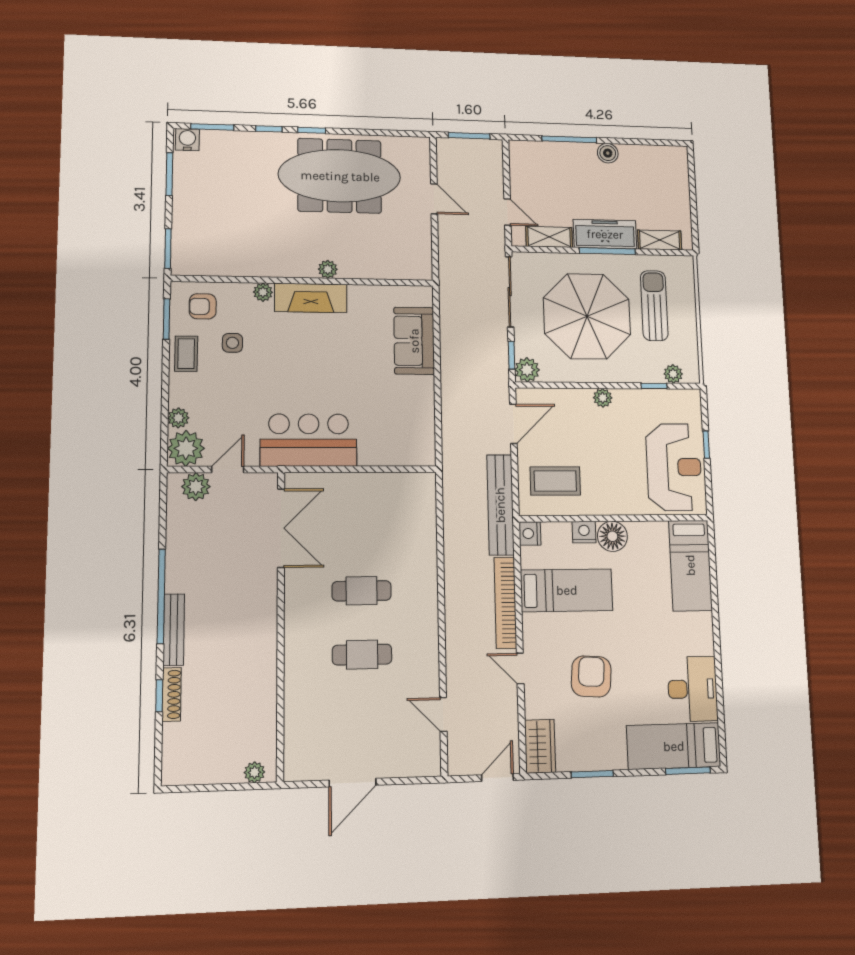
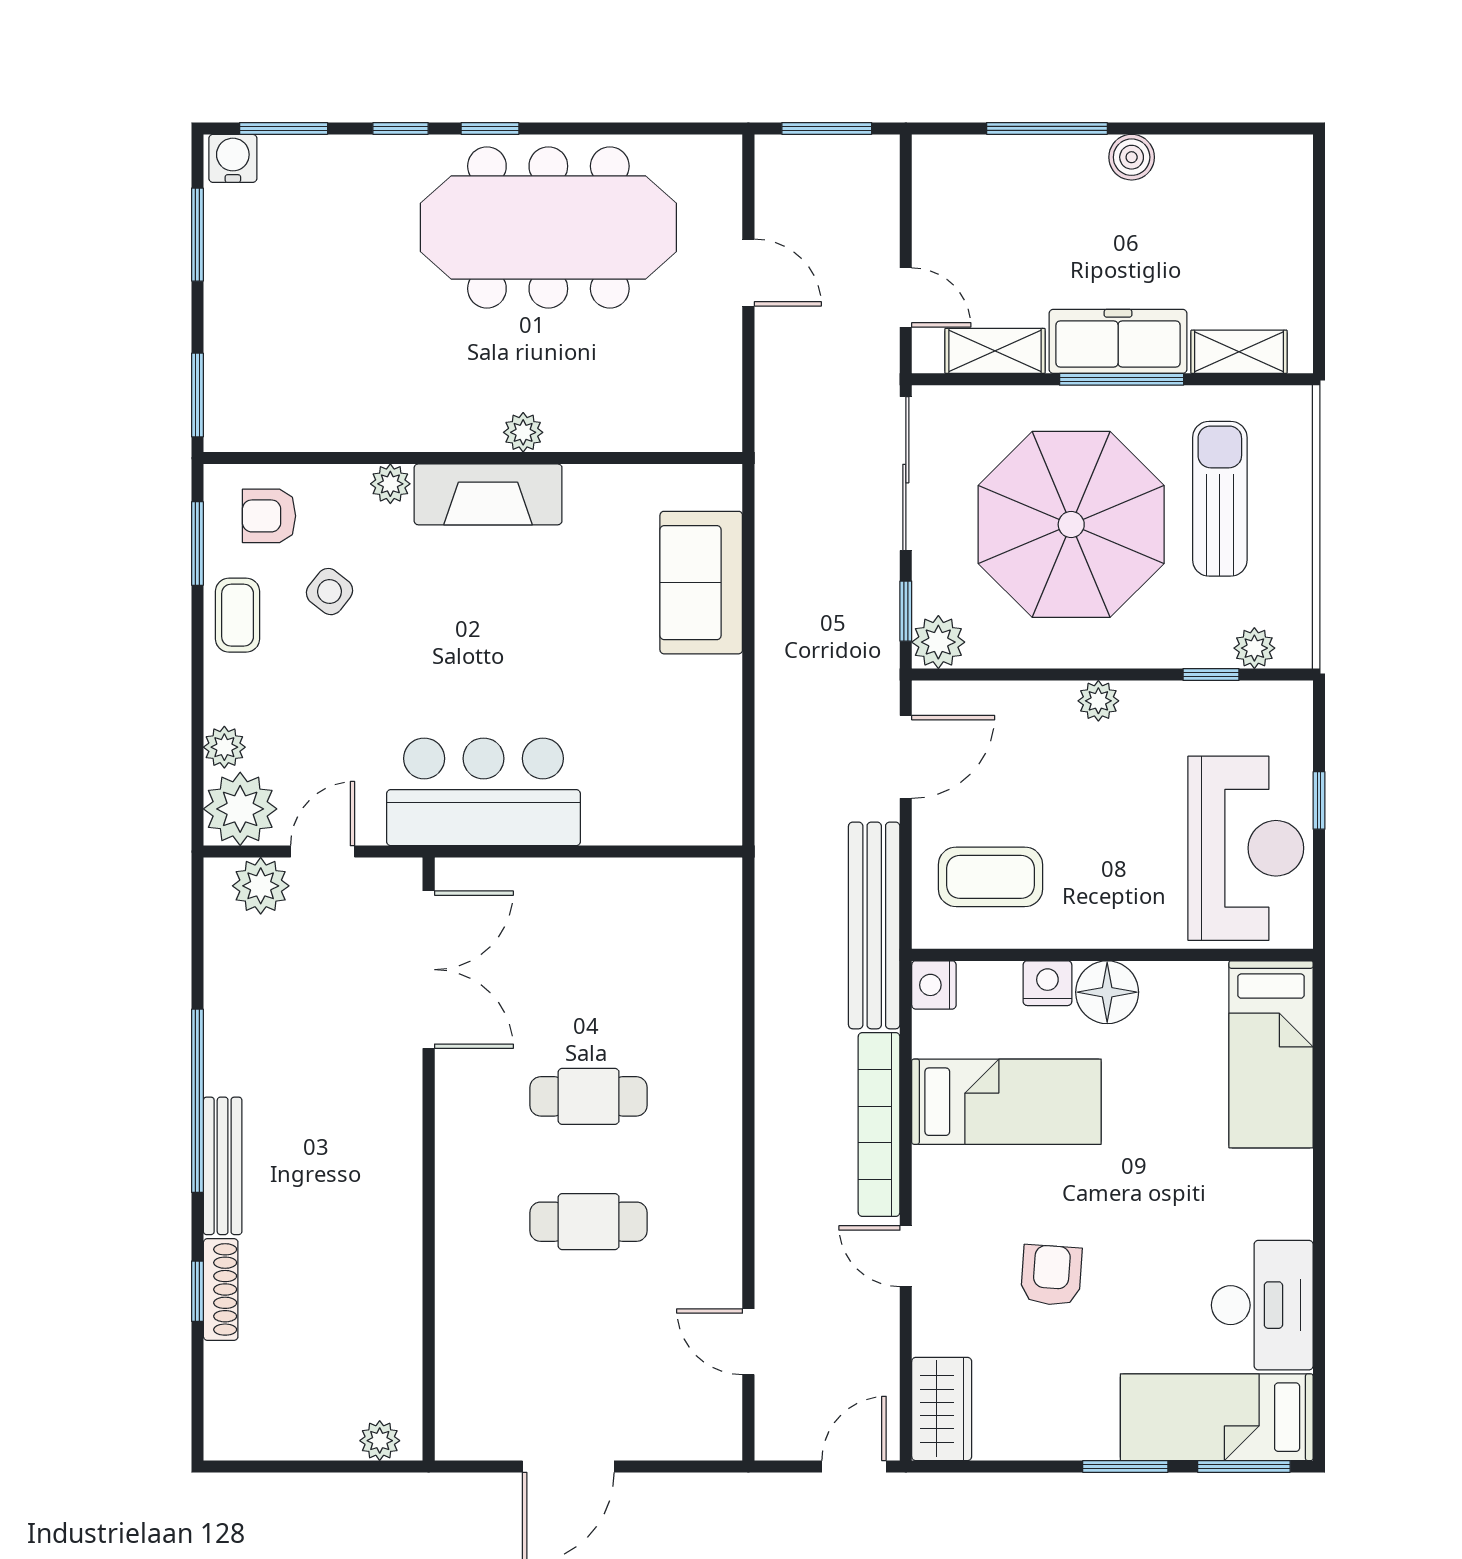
side table: (232, 343) -> (330, 592), turned 38
armchair: (591, 677) -> (1051, 1275), width x0.72, depth x0.72
window: (592, 774) -> (1125, 1466), moved

